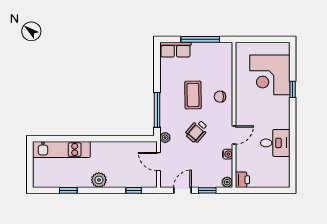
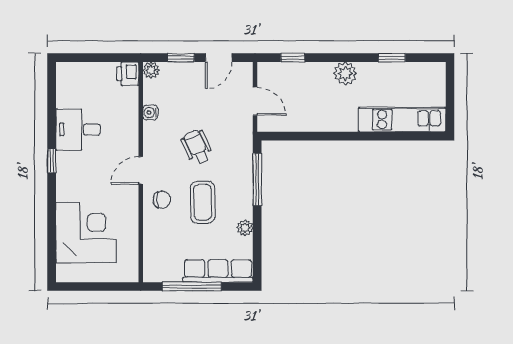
row of seats: (175, 50) -> (218, 271), width x1.48
window: (293, 89) -> (52, 161), moved
wheelchair: (197, 131) -> (197, 147), turned -65
door: (234, 135) -> (141, 170), moved
plant: (165, 138) -> (245, 228), moved

